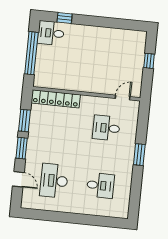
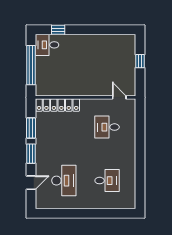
door: (123, 97) -> (119, 97), hinge flipped
window: (139, 155) -> (140, 148), removed
door: (18, 179) -> (31, 183), hinge flipped
desk: (54, 181) -> (64, 181), turned 180

